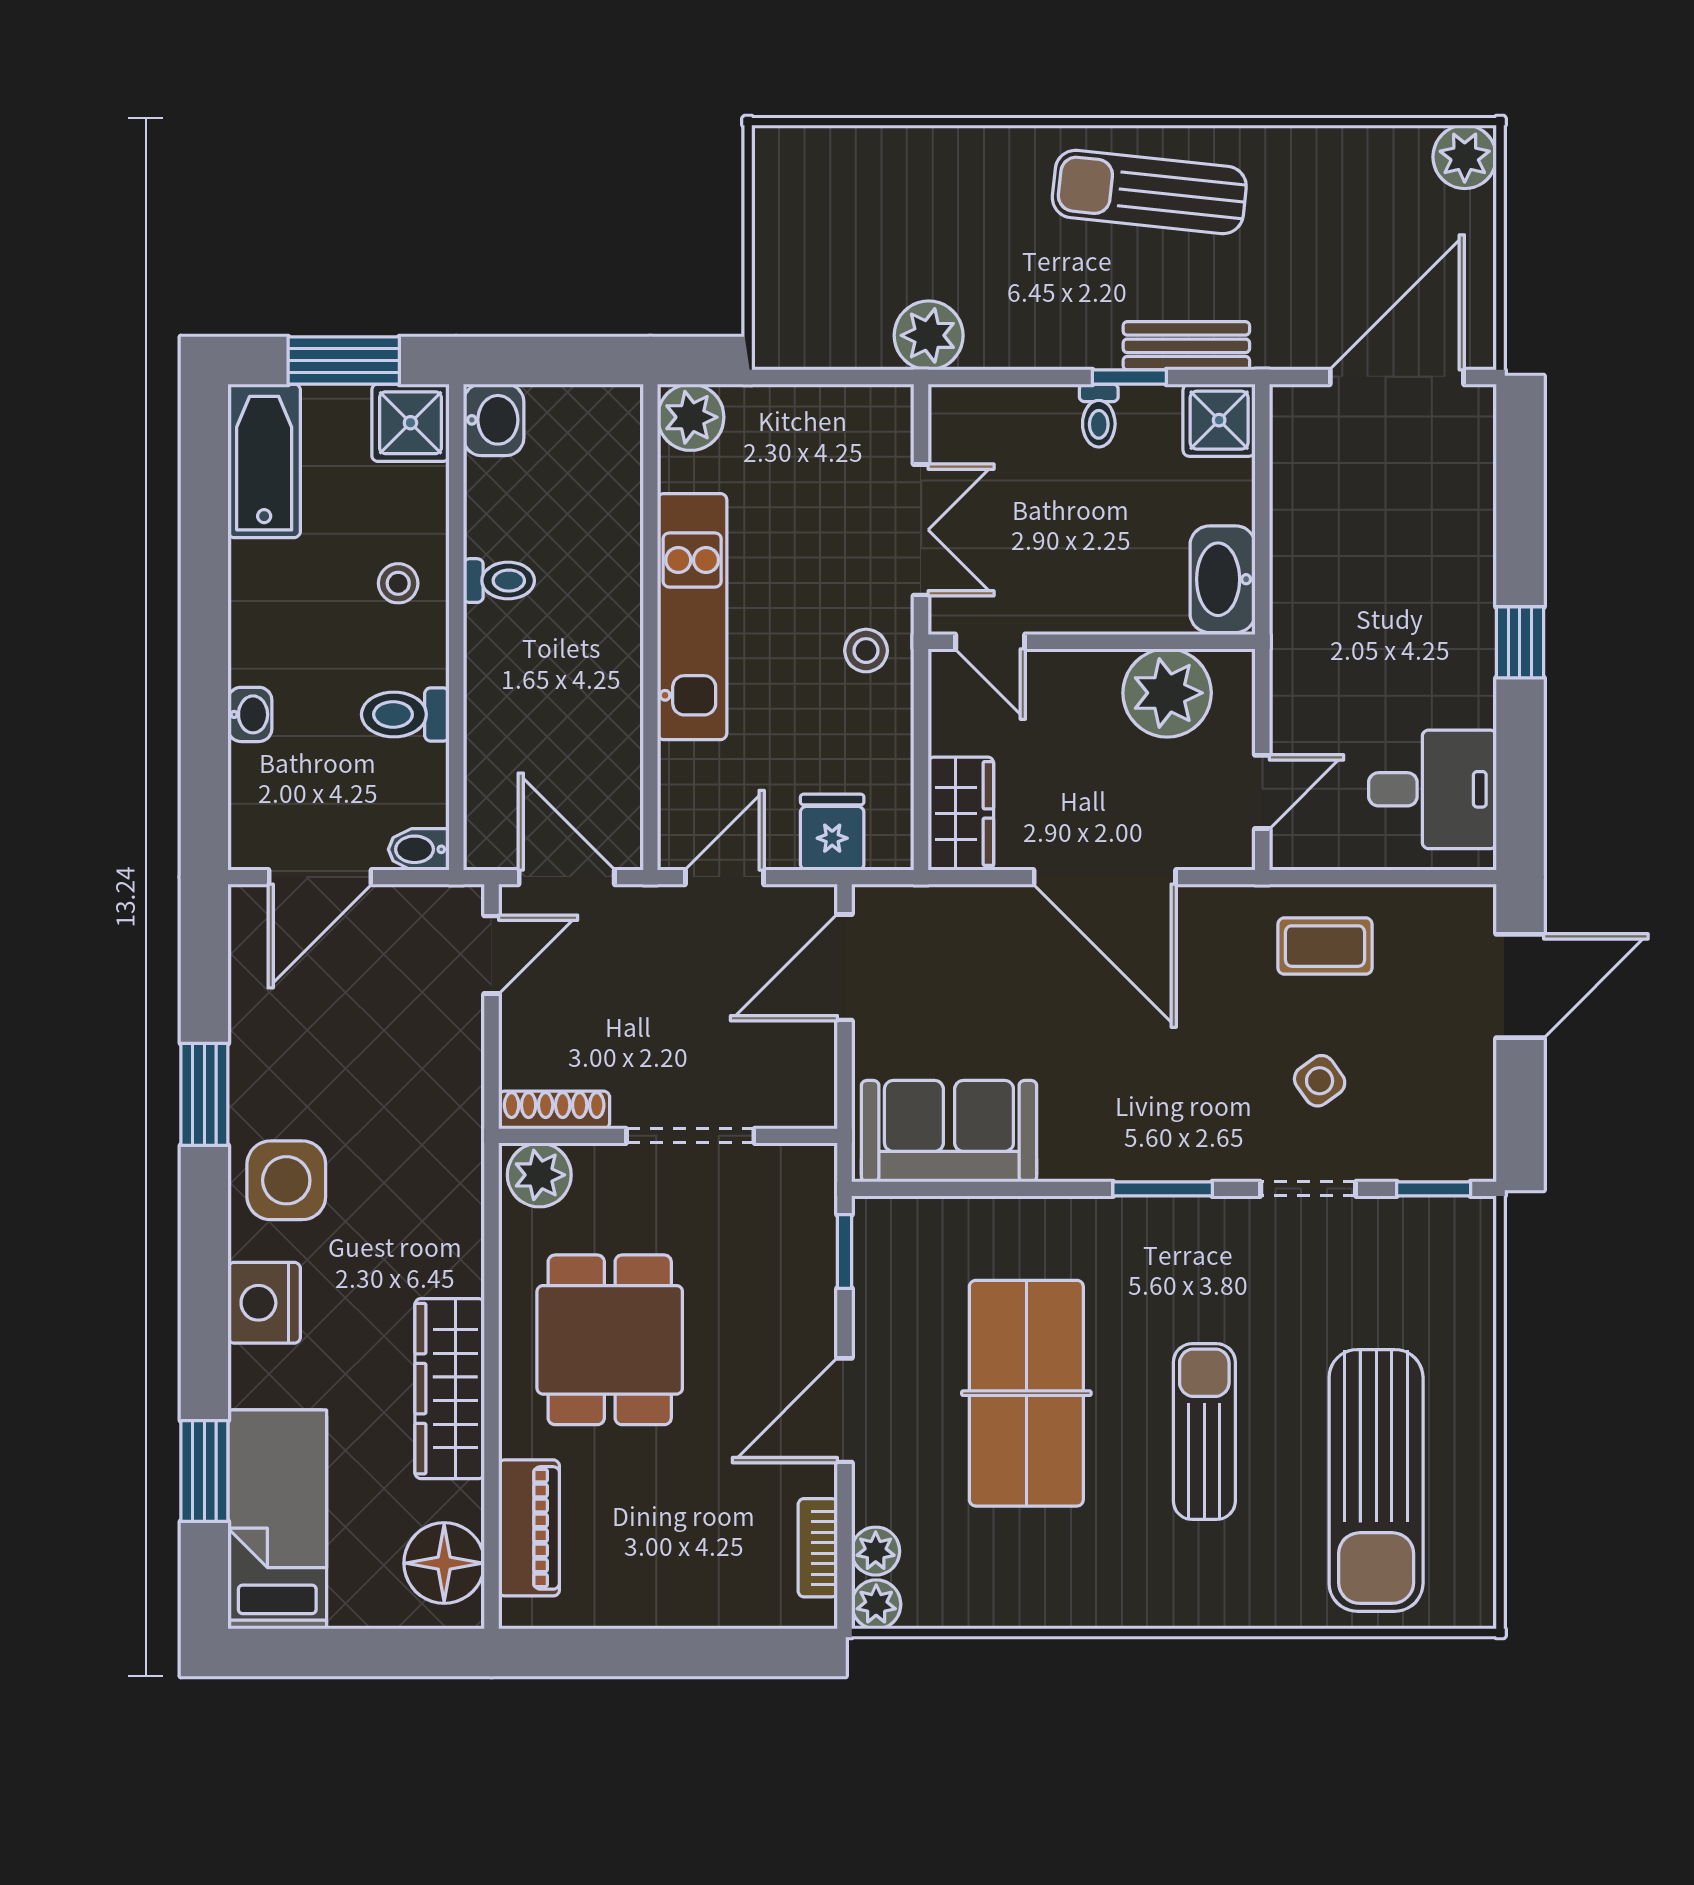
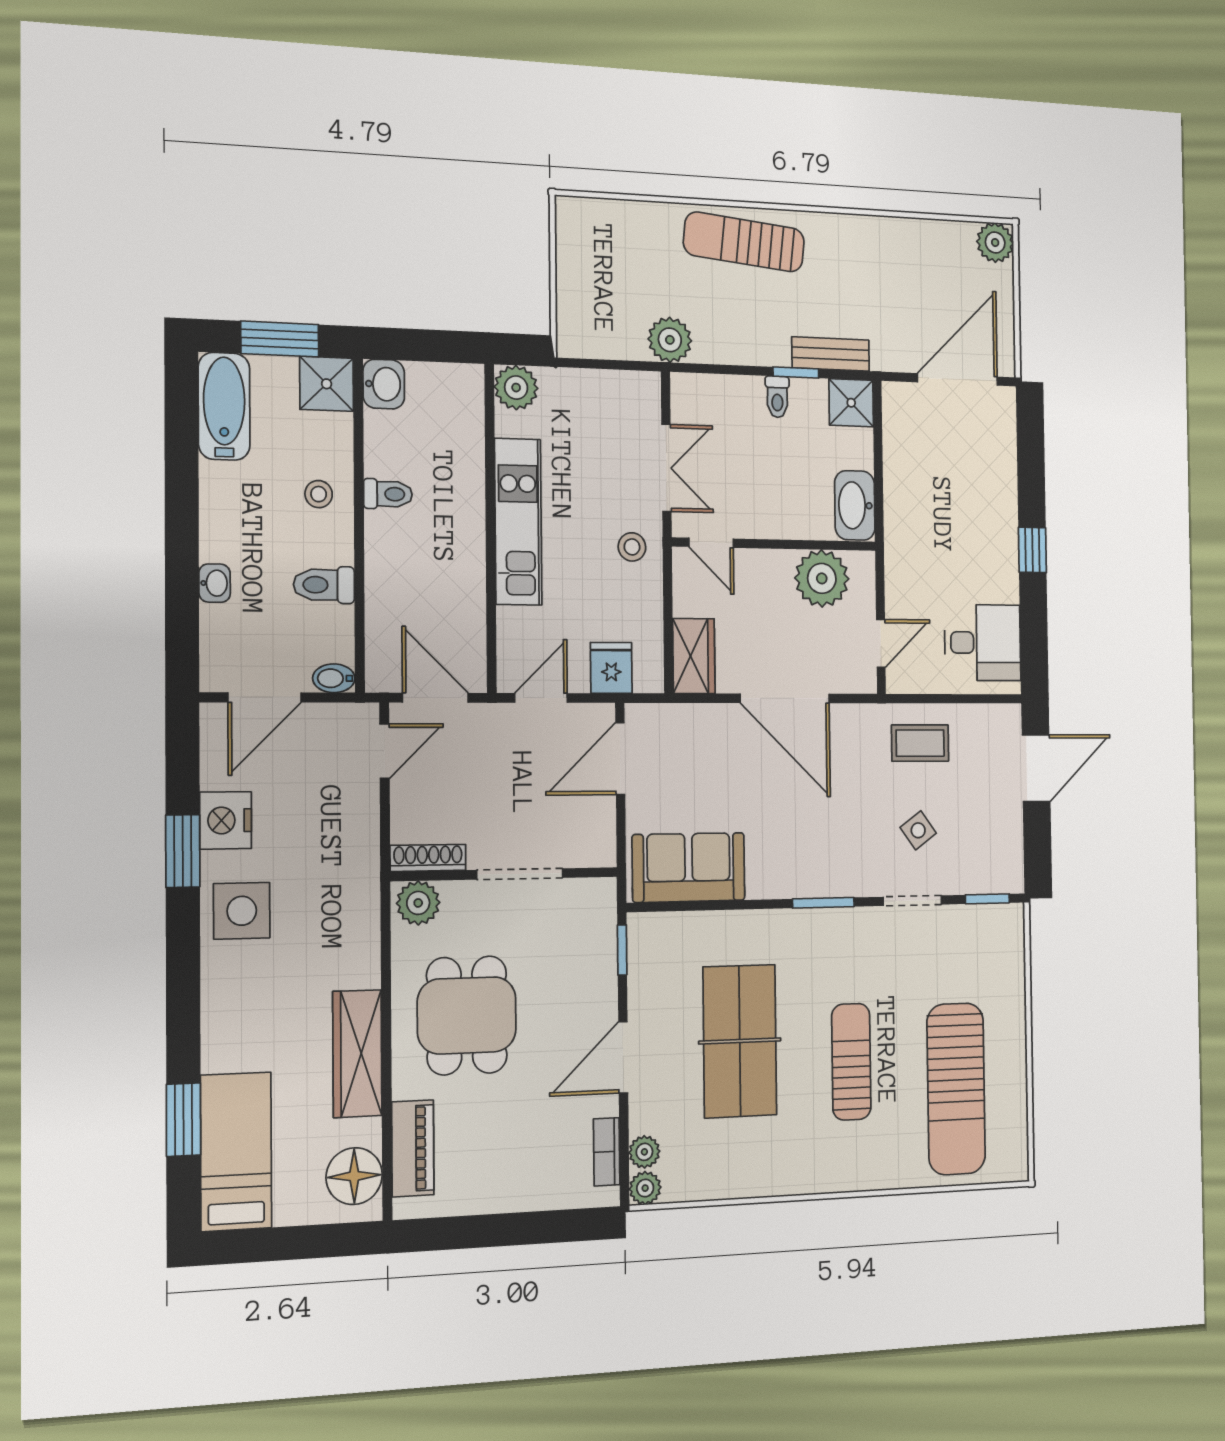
sun lounger: (1149, 192) -> (744, 242), moved
nightstand: (264, 1303) -> (226, 820), moved

